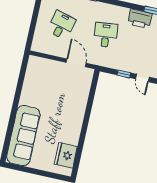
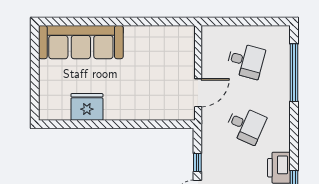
desk: (105, 35) -> (246, 125), turned 30
fridge: (66, 155) -> (87, 107), moved

